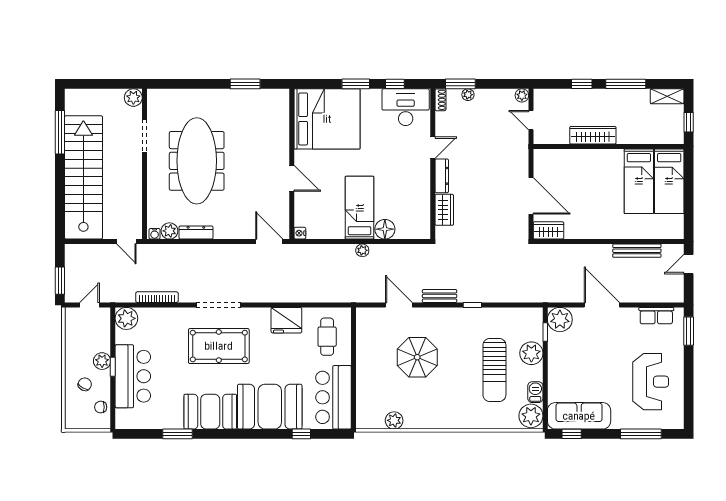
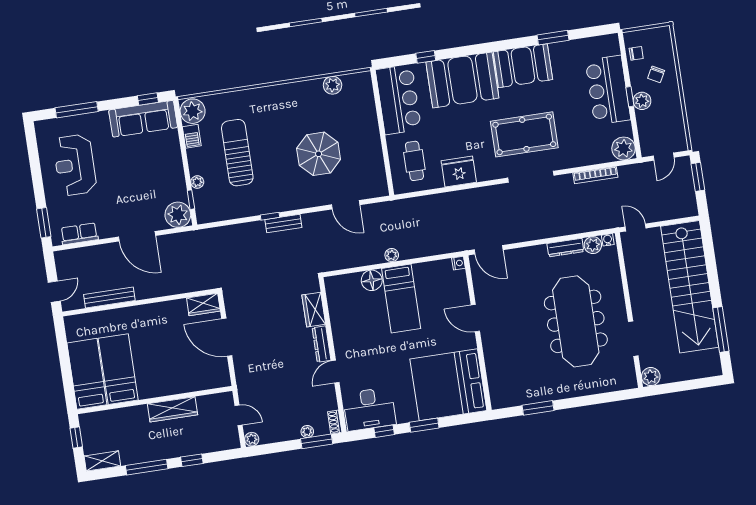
bench: (440, 296) -> (283, 223), moved
plant: (531, 353) -> (197, 182), width x0.53, depth x0.53

